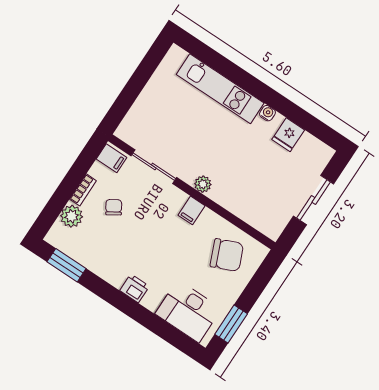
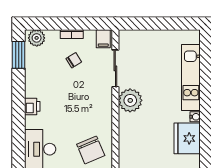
fridge: (288, 135) -> (187, 138), width x1.88, depth x1.34
plant: (203, 184) -> (130, 100), width x1.88, depth x1.88
filing cabinet: (191, 210) -> (104, 110), removed
plant: (72, 216) -> (37, 38), moved

